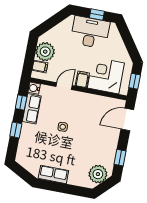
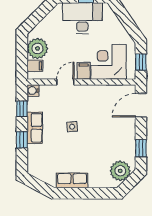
row of seats: (32, 109) -> (35, 128), moved

